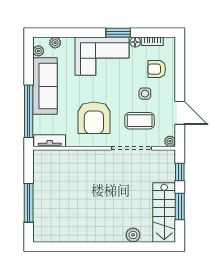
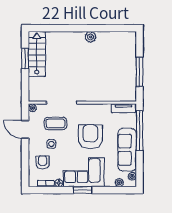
window: (118, 33) -> (83, 190), moved
armchair: (157, 69) -> (43, 163), turned -90
armchair: (94, 118) -> (90, 137), moved
window: (180, 172) -> (25, 85), removed
window: (29, 203) -> (139, 72), moved
plant: (133, 235) -> (91, 37), moved

